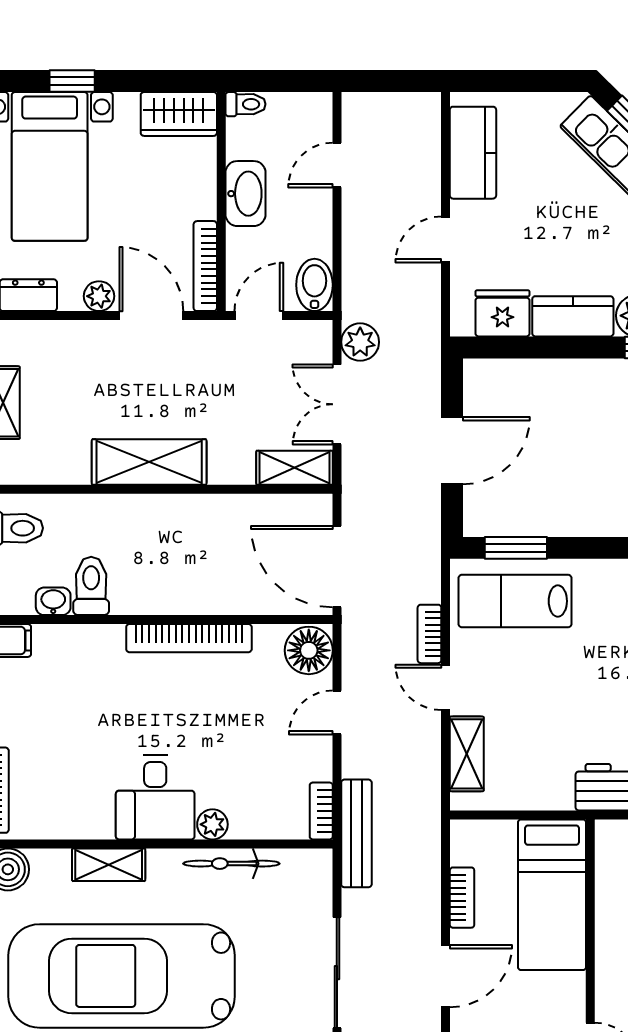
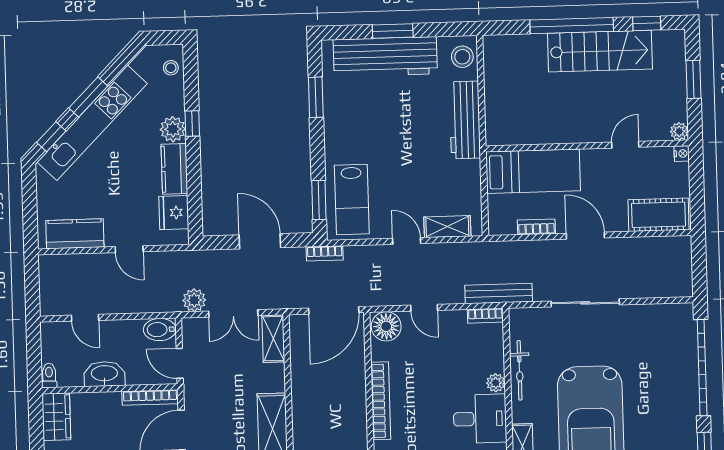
bookcase: (429, 634) -> (325, 253), moved
door: (446, 687) -> (407, 241), swing flipped

